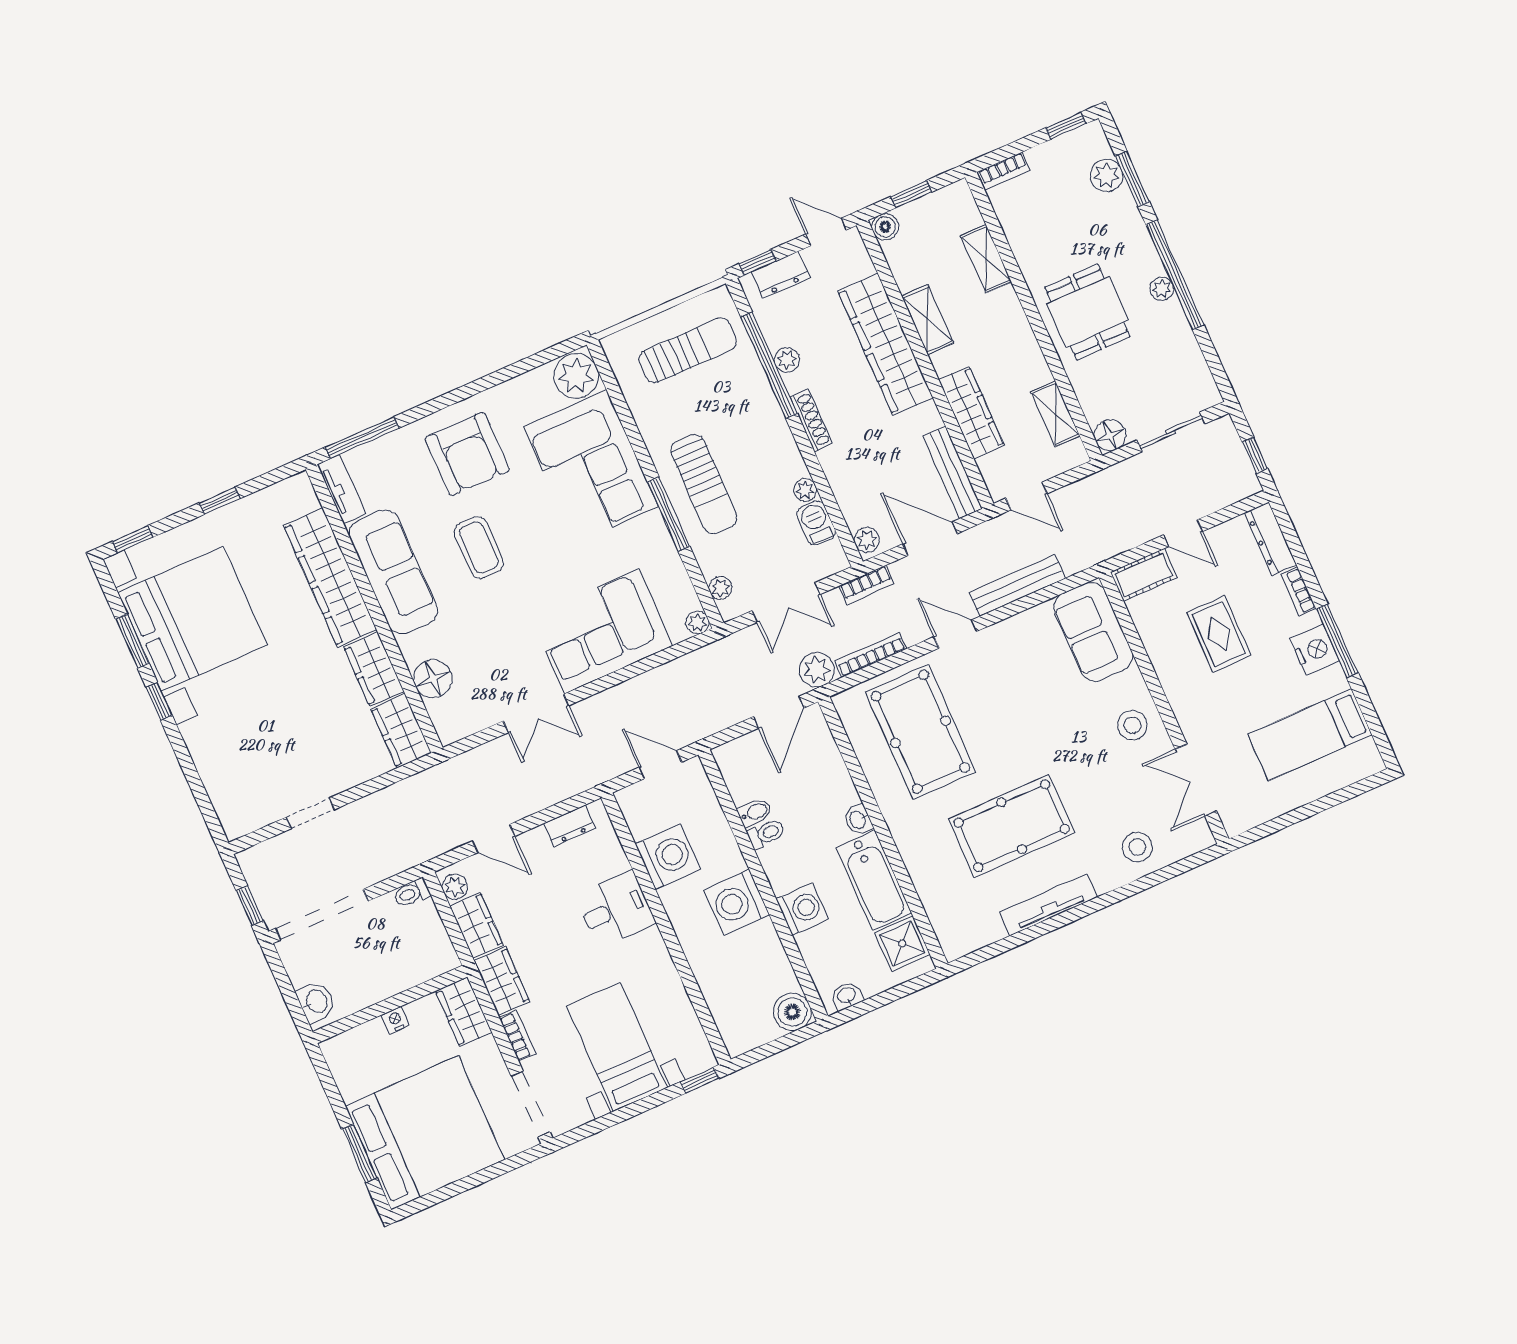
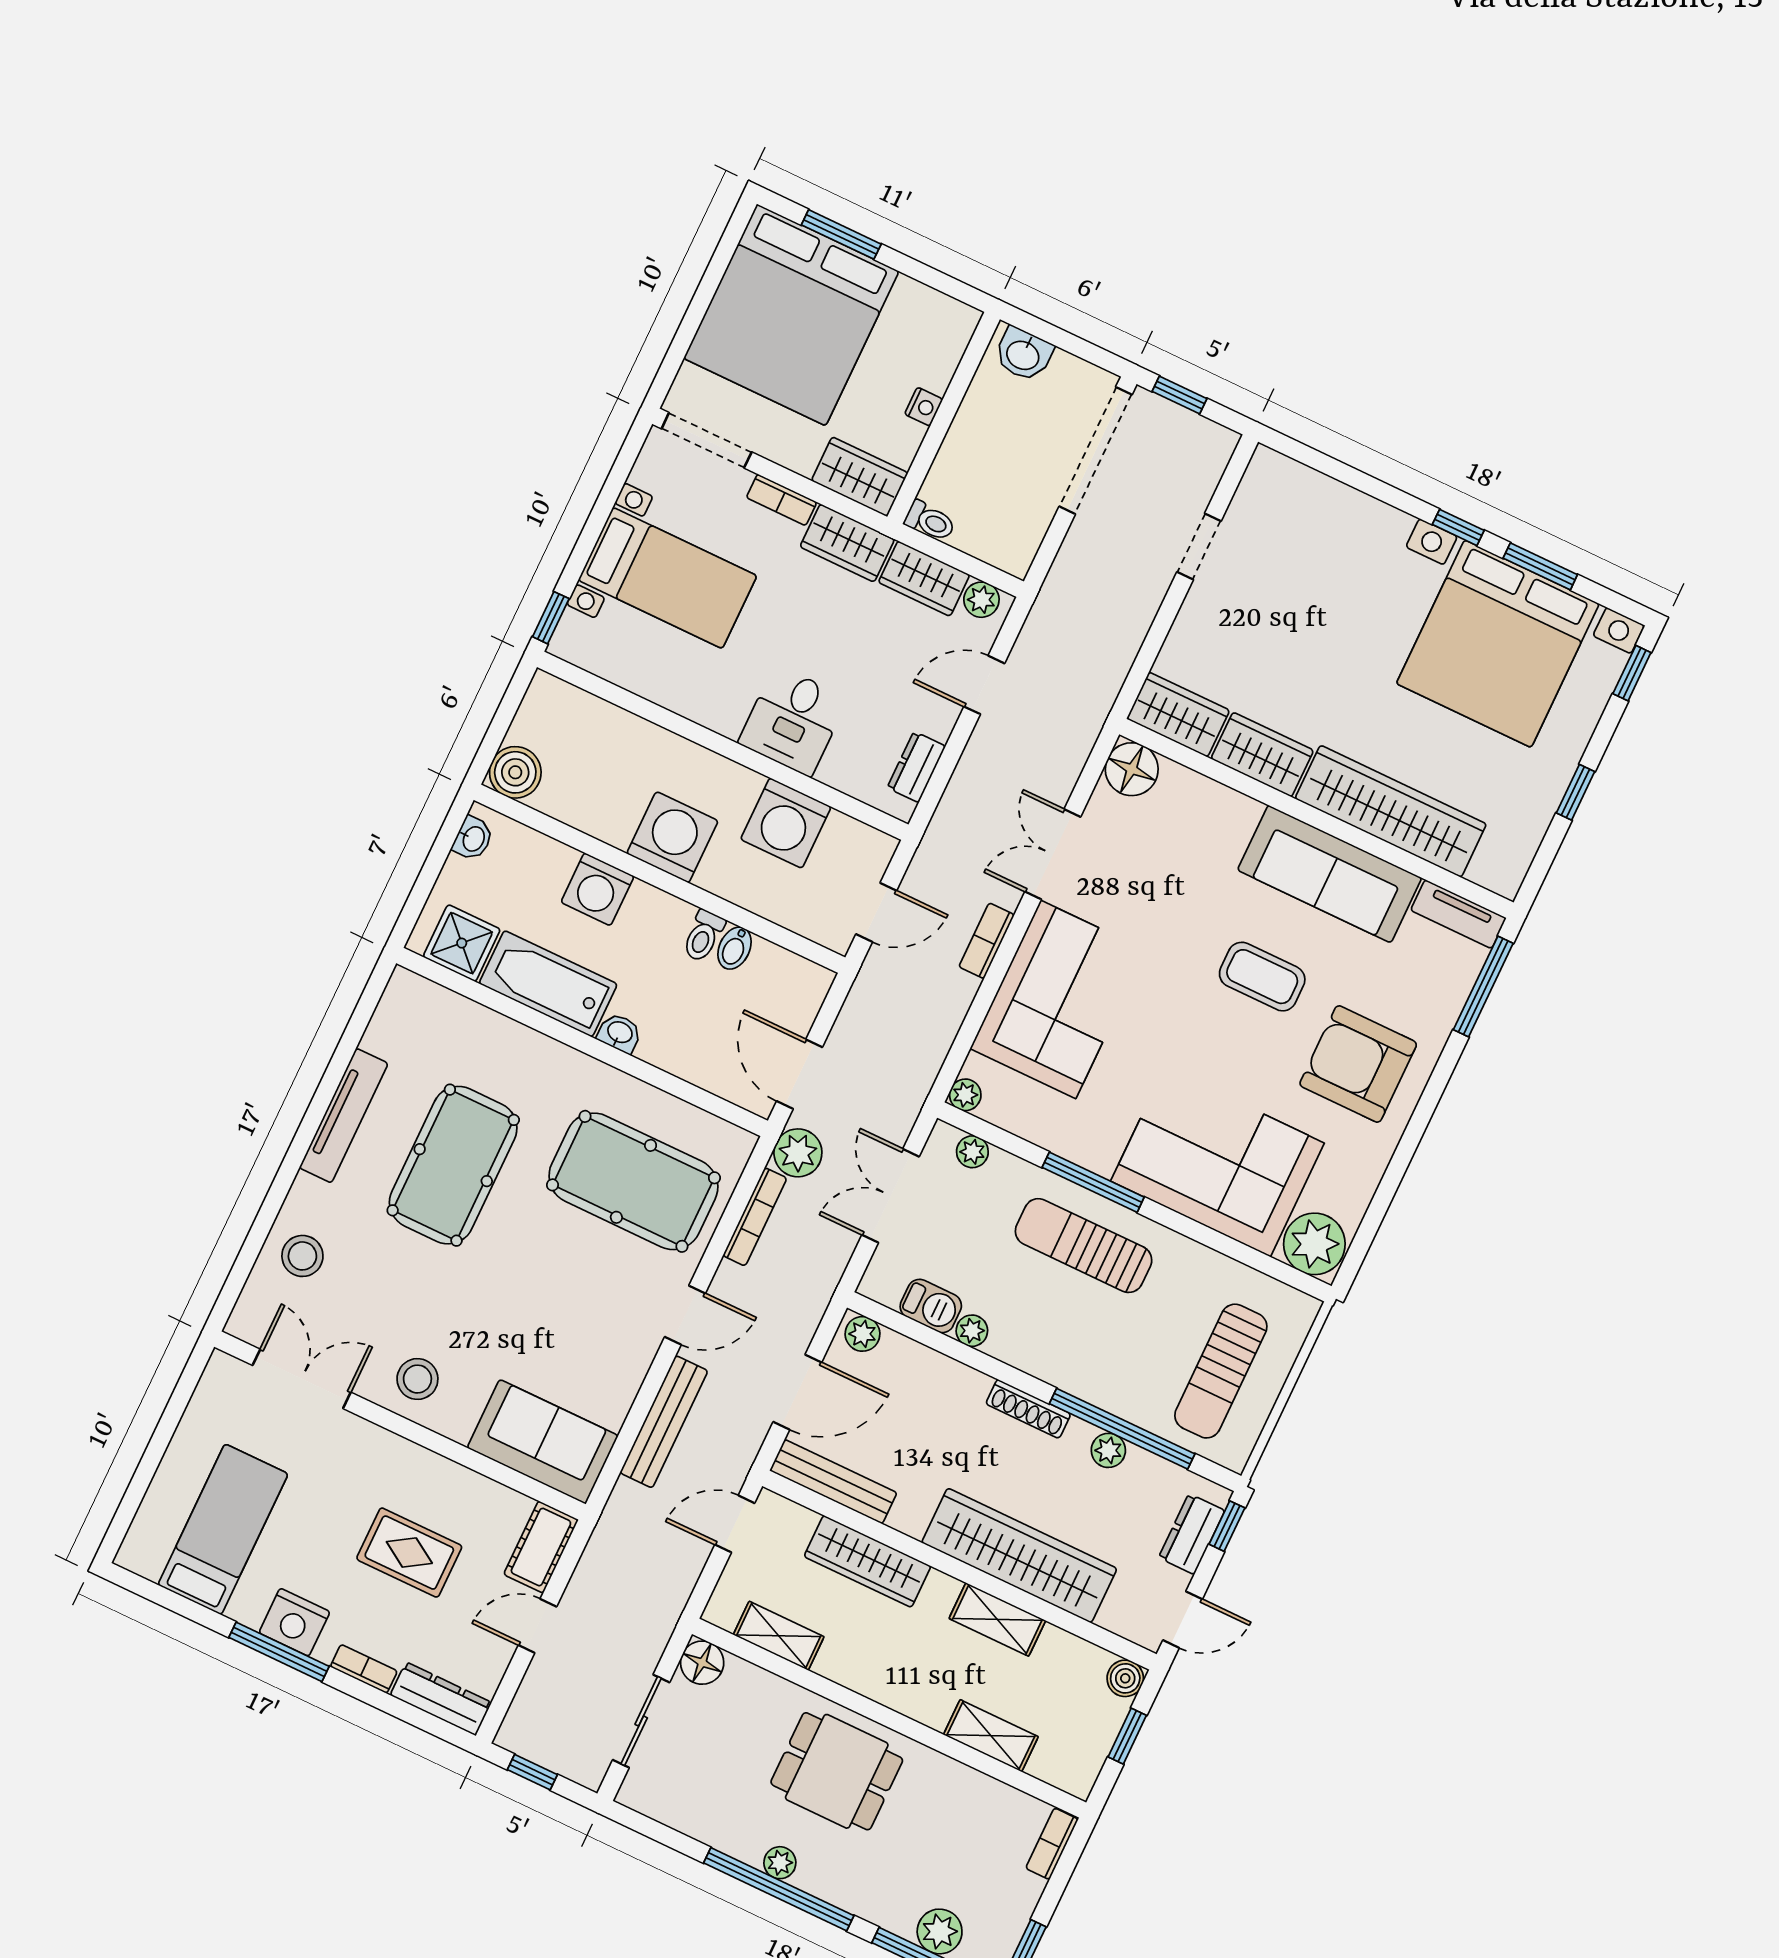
bookcase: (866, 585) -> (987, 941), moved
floor lamp: (433, 679) -> (1132, 769), moved
toilet: (412, 893) -> (930, 521), moved, turned 90

